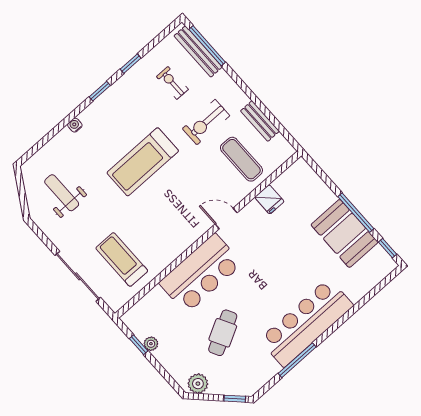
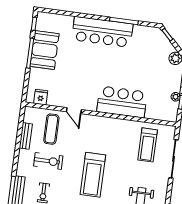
treadmill: (143, 162) -> (93, 175), turned 90
fridge: (269, 199) -> (41, 97), moved
door: (226, 218) -> (74, 111), moved
cafe table: (223, 333) -> (141, 67), removed

